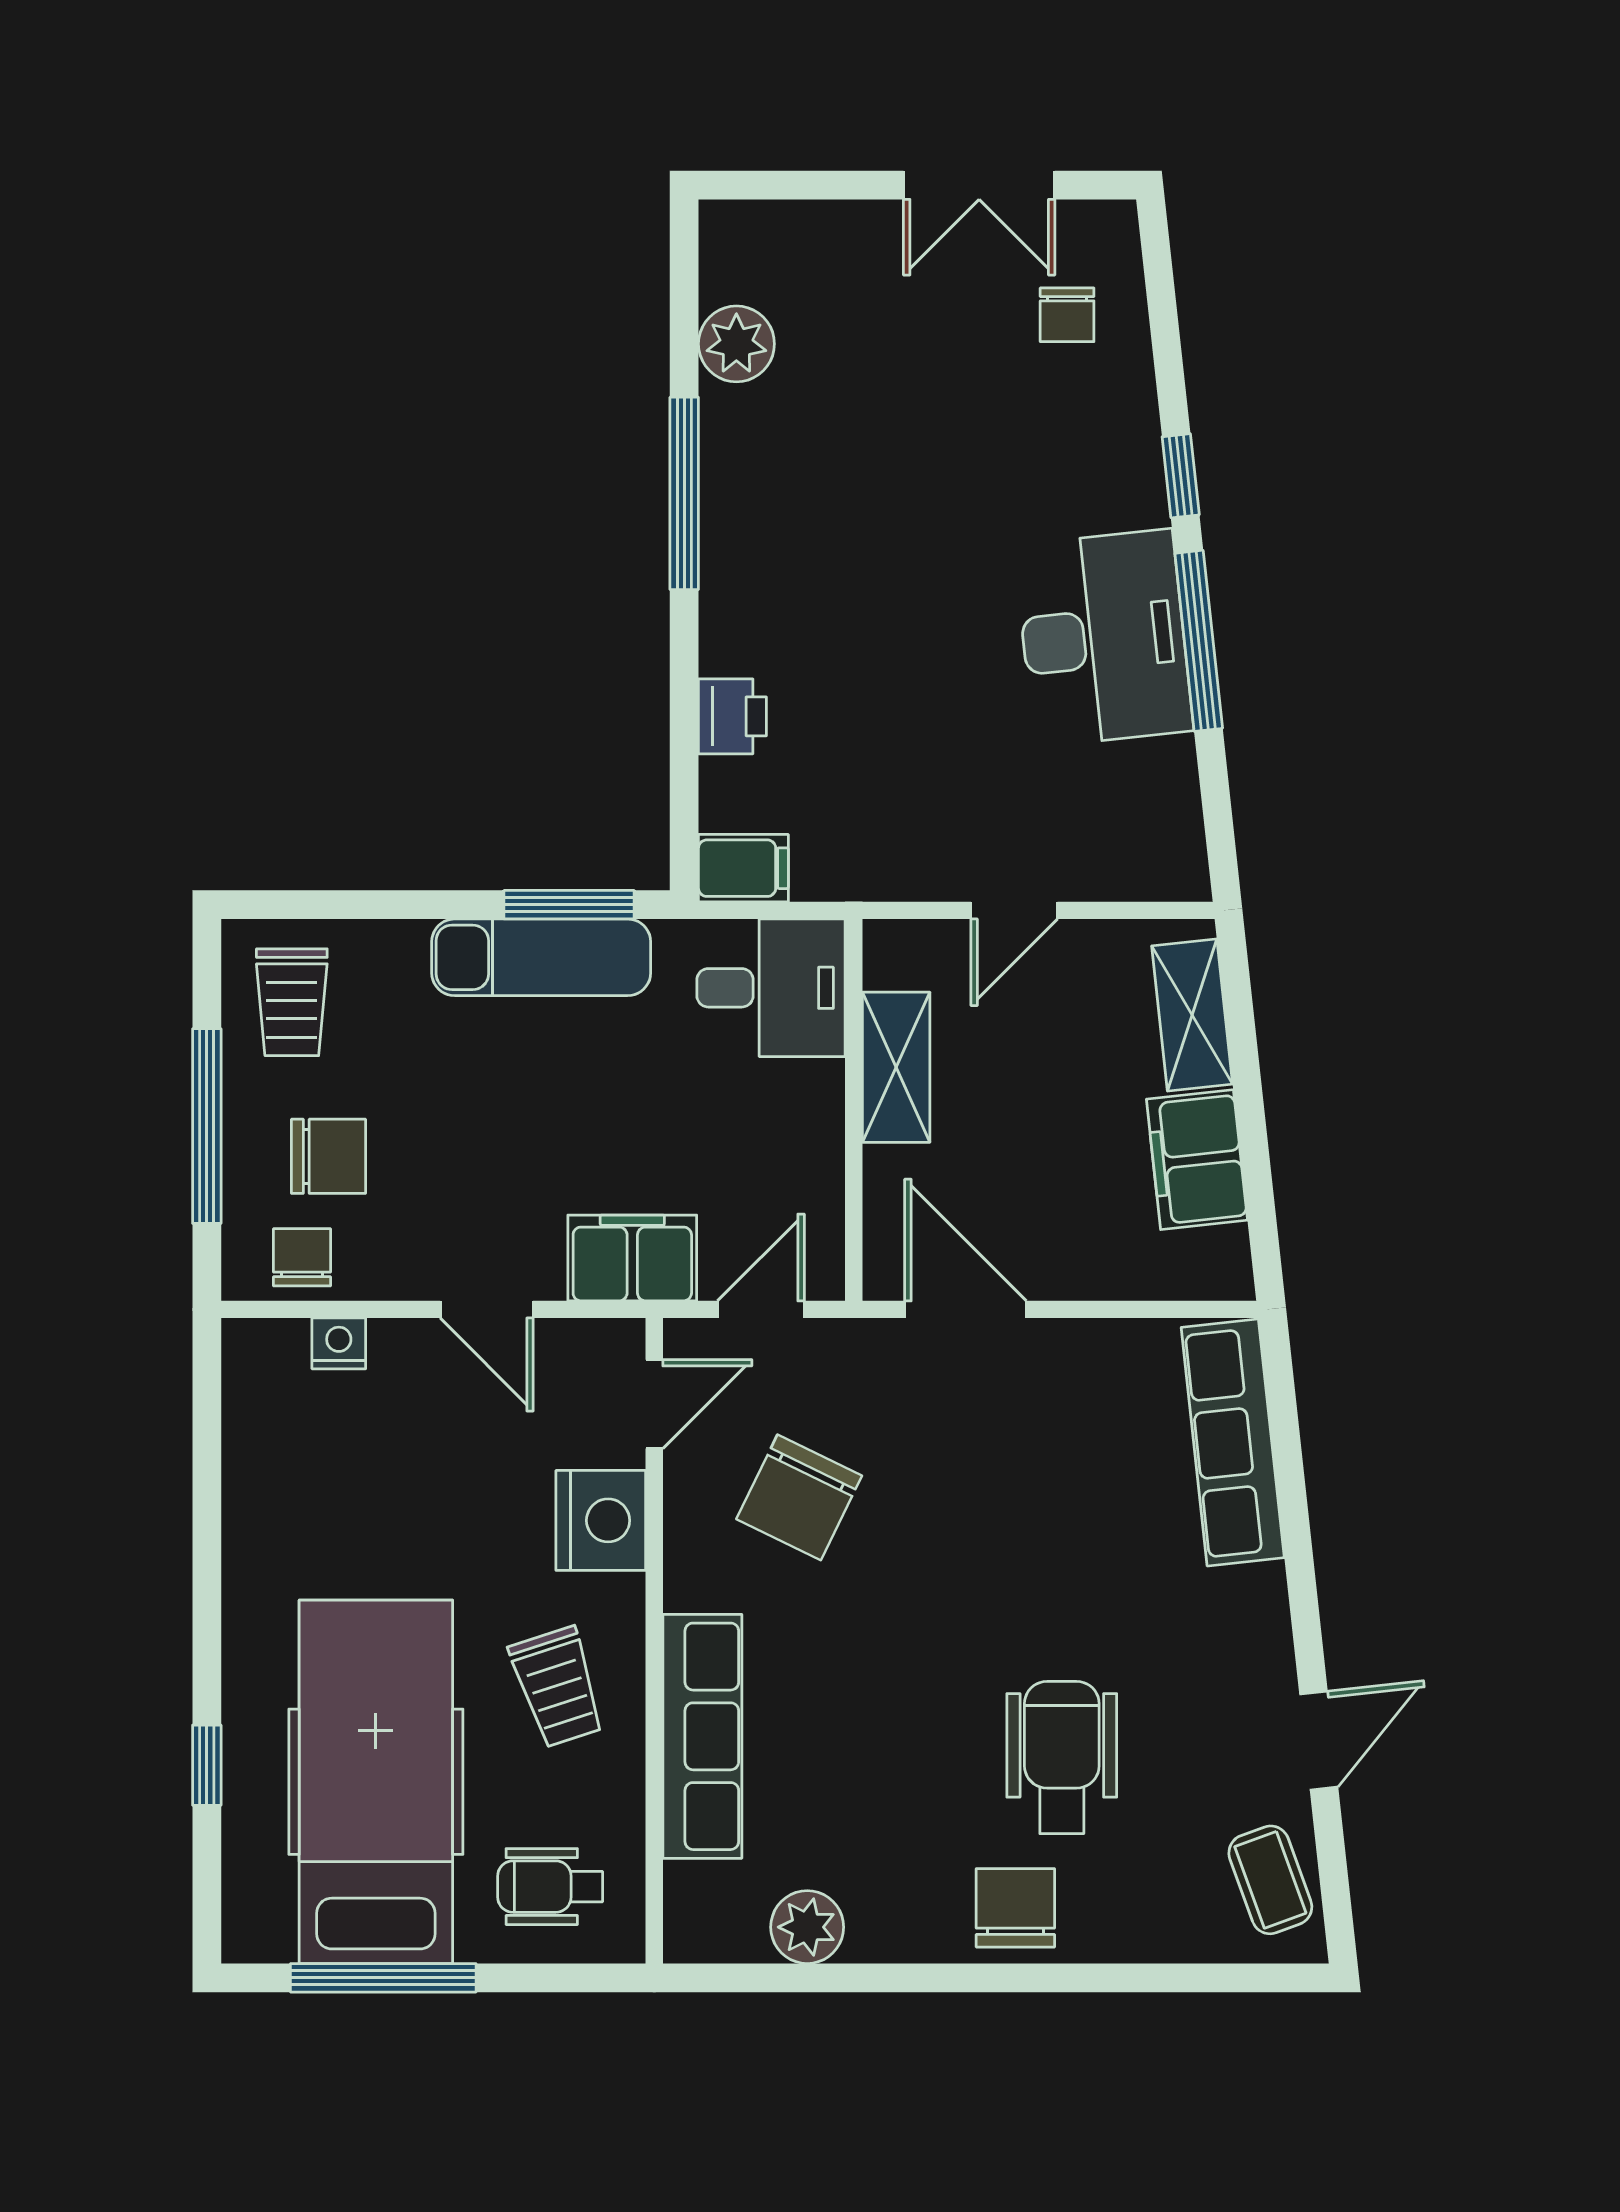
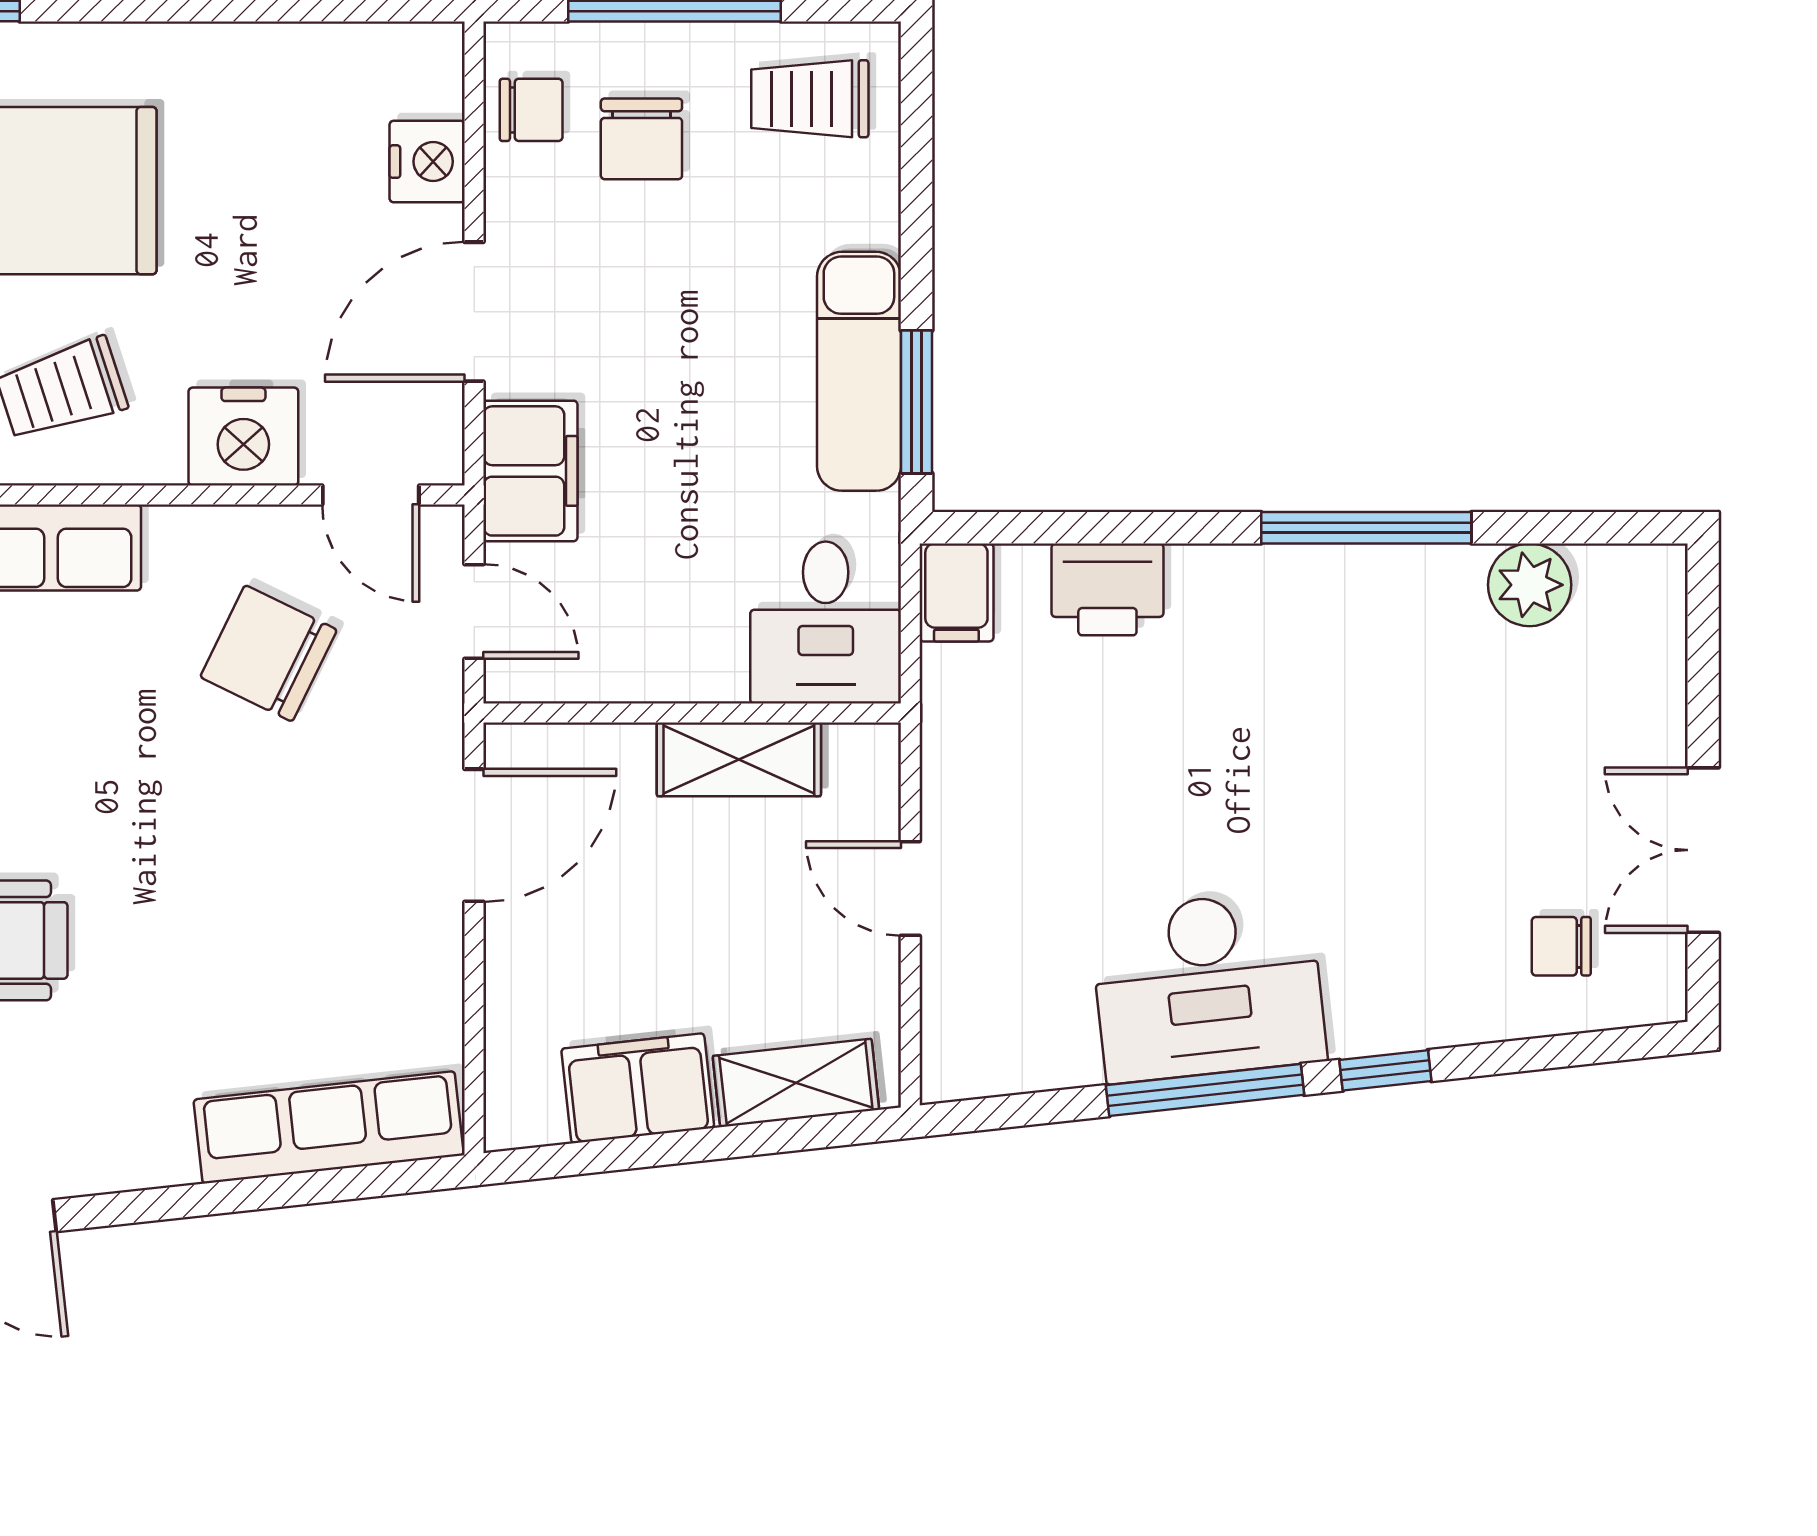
printer: (732, 716) -> (1107, 589), width x1.36, depth x1.24
door: (487, 1309) -> (474, 312), width x1.37
nightstand: (339, 1343) -> (427, 162), width x1.39, depth x1.35

